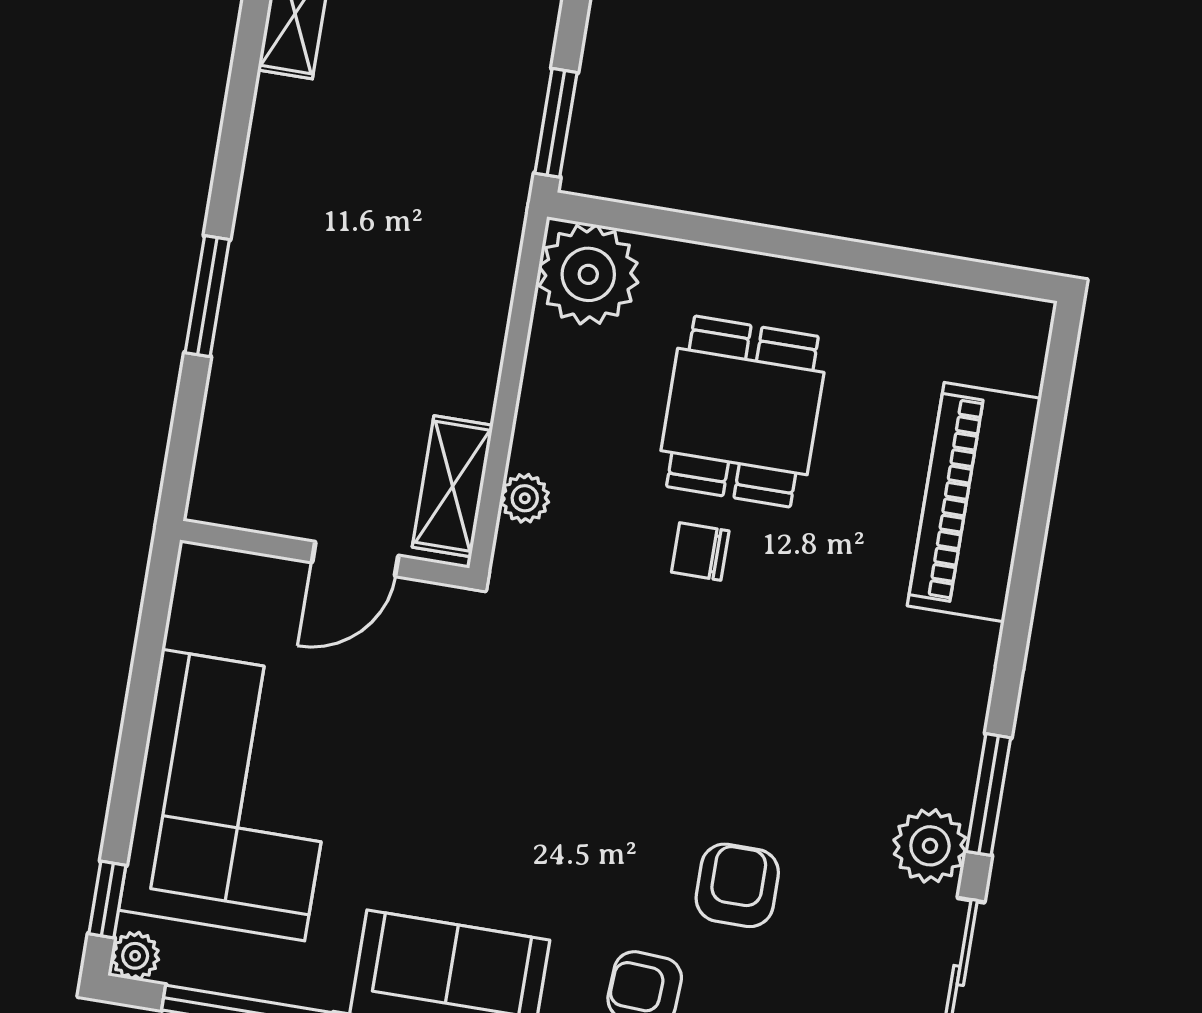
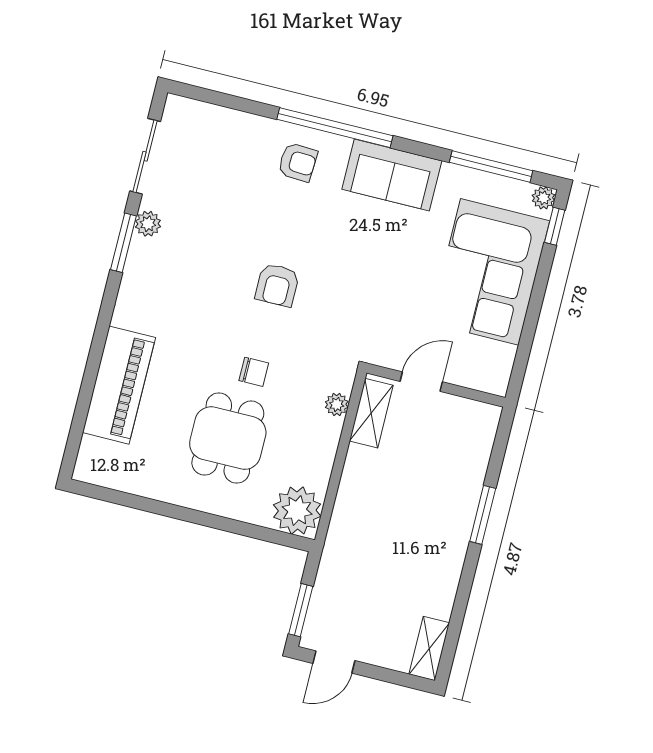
window: (556, 123) -> (301, 610), moved
plant: (930, 846) -> (148, 224), width x0.73, depth x0.73
armchair: (737, 885) -> (277, 285), moved

